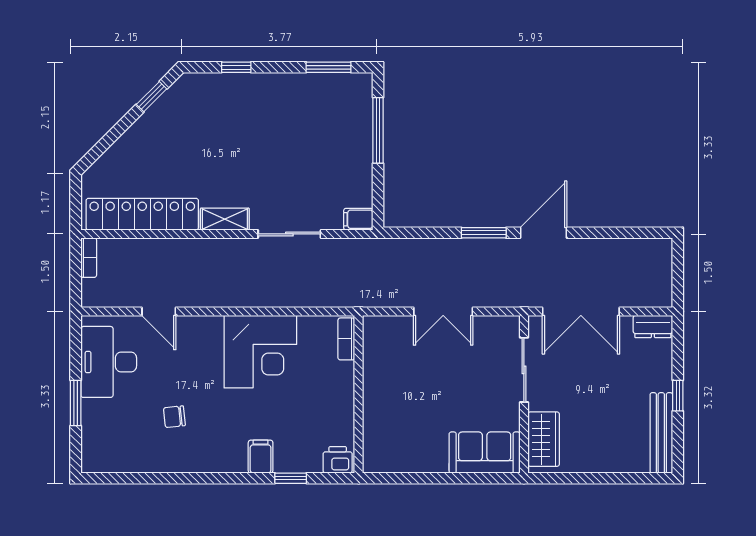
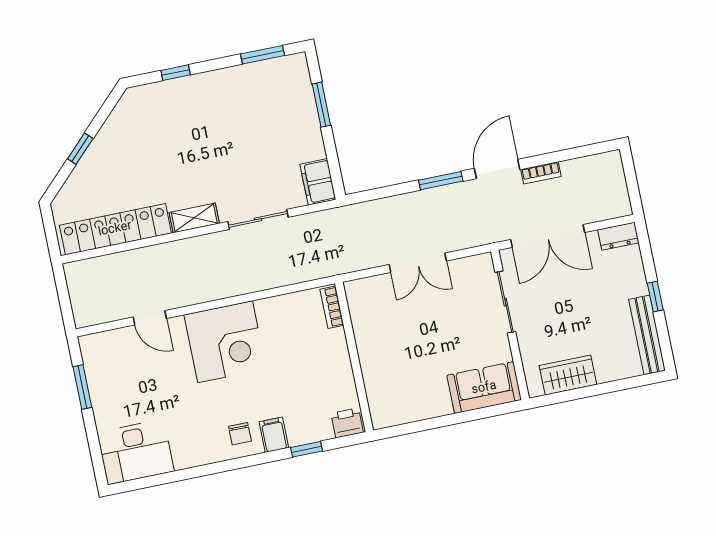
window: (152, 97) -> (80, 149), moved
window: (378, 130) -> (321, 105), width x0.69
filing cabinet: (358, 219) -> (318, 182), width x2.00
bookcase: (89, 258) -> (541, 173), moved, turned 90
corner desk: (260, 352) -> (225, 342), moved
desk: (109, 362) -> (136, 452), moved, turned -90
window: (76, 403) -> (82, 387), moved
chair: (174, 417) -> (240, 434), moved, turned -84
wardrobe: (544, 439) -> (568, 375), moved, turned -90

